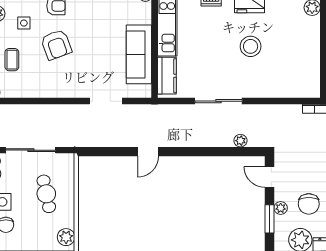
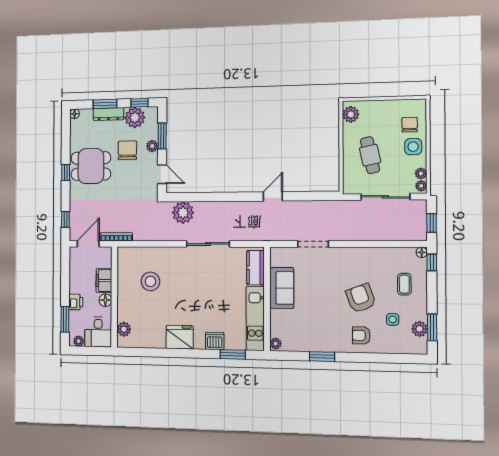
stool: (251, 46) -> (150, 281), moved
sofa: (139, 54) -> (282, 288), width x0.73
plant: (240, 141) -> (183, 213), width x1.88, depth x1.88

